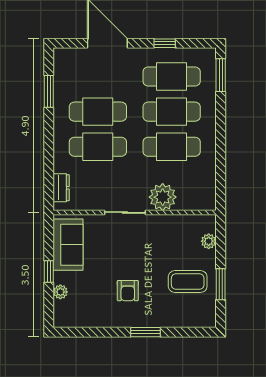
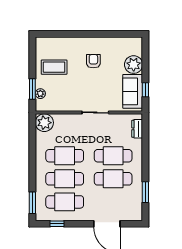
window: (165, 43) -> (57, 224), moved
plant: (163, 197) -> (44, 123), moved
window: (49, 272) -> (145, 90), moved
window: (221, 284) -> (32, 89), moved
plant: (60, 292) -> (134, 65), width x1.87, depth x1.87
window: (145, 332) -> (82, 34), removed

